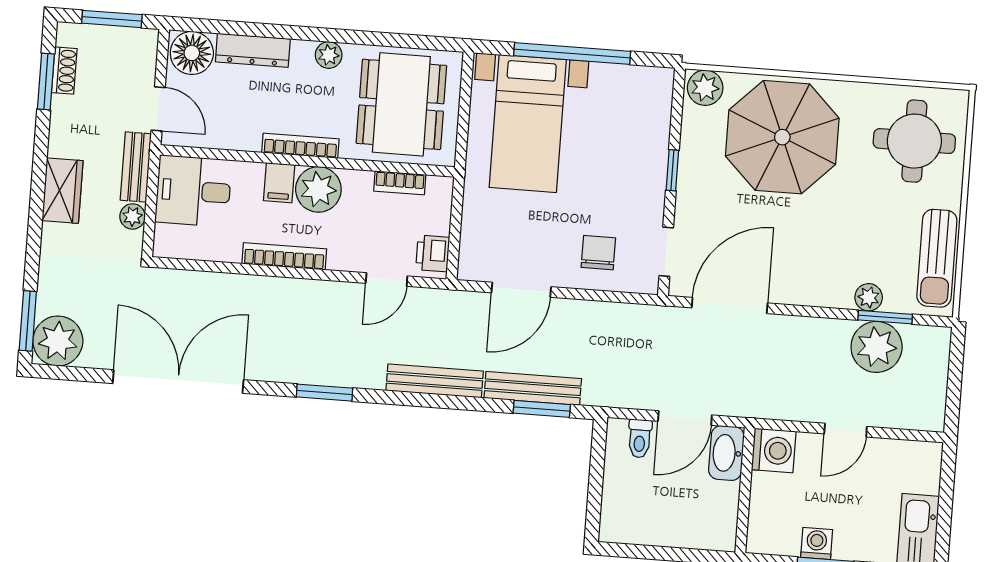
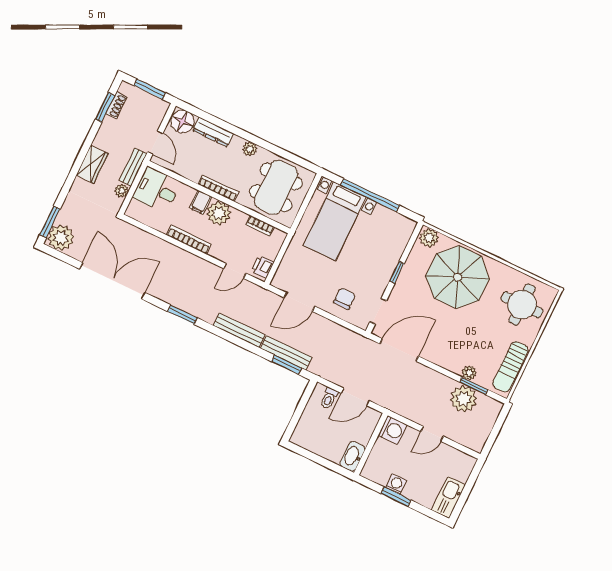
washbasin: (726, 453) -> (353, 456), moved

